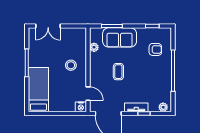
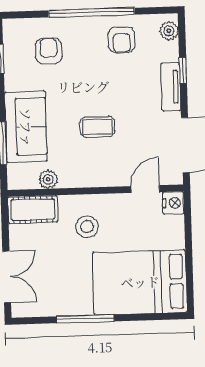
cot: (80, 40) -> (33, 209), added
armchair: (160, 84) -> (122, 40), added
bed: (38, 90) -> (140, 282), width x1.50

